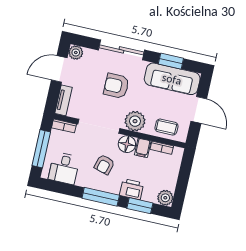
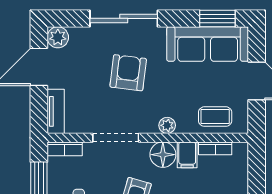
window: (171, 61) -> (217, 18), moved
armchair: (116, 86) -> (128, 73), turned 97
plant: (135, 121) -> (167, 125), width x0.53, depth x0.53
doorway: (99, 126) -> (116, 138), width x0.73

